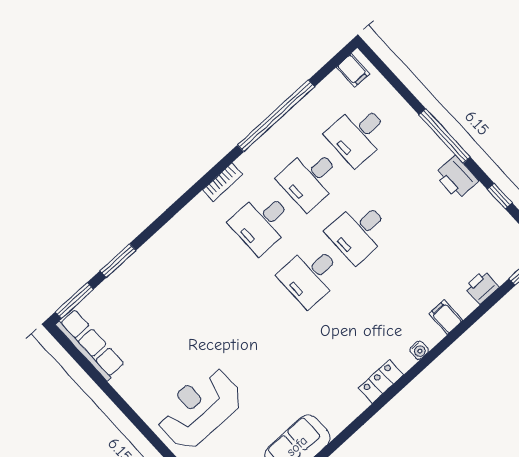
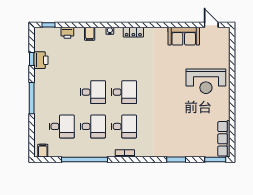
printer: (456, 178) -> (41, 60), moved
window: (118, 261) -> (176, 159), moved

